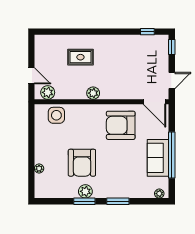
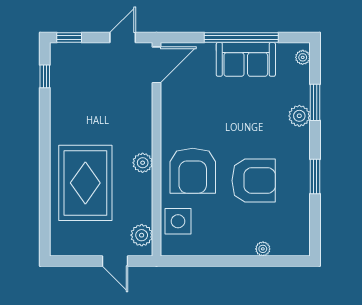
rug: (80, 57) -> (85, 183), width x1.86, depth x2.06
door: (31, 76) -> (115, 261), swing flipped
door: (172, 81) -> (123, 37), hinge flipped
armchair: (121, 125) -> (193, 171), moved
plant: (85, 191) -> (299, 116), moved
window: (118, 201) -> (315, 102), moved

